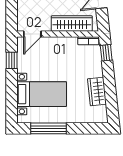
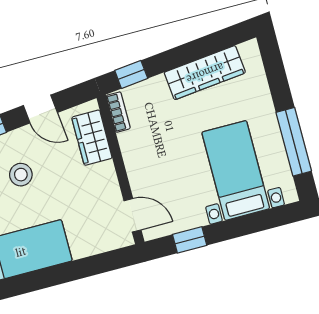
wardrobe: (72, 24) -> (92, 138), width x0.67
wardrobe: (97, 91) -> (205, 73), width x1.50

